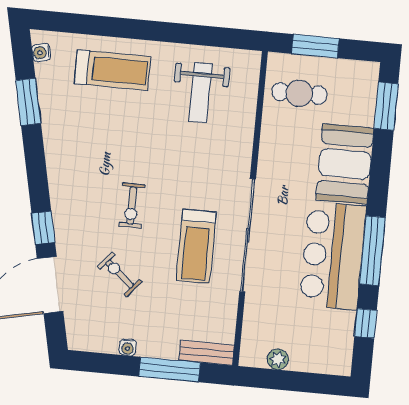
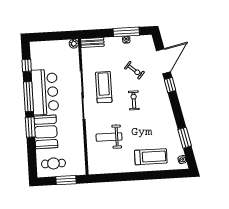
treadmill: (113, 70) -> (151, 157), turned 180
weight bench: (200, 93) -> (109, 137), moved, turned -90
cafe table: (299, 93) -> (53, 163), moved
window: (386, 106) -> (30, 127), moved
plant: (278, 359) -> (74, 44), moved
window: (170, 369) -> (126, 32), moved

